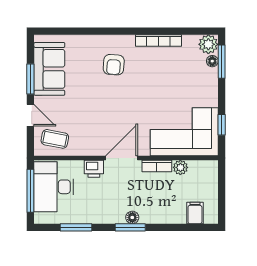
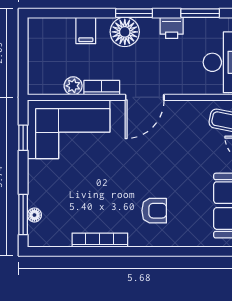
plant: (208, 44) -> (39, 235), removed
armchair: (114, 65) -> (154, 211), turned 86
printer: (94, 169) -> (172, 28), moved, turned 180
filing cabinet: (195, 213) -> (86, 30), moved
floor lamp: (132, 217) -> (125, 32), width x1.89, depth x1.89

